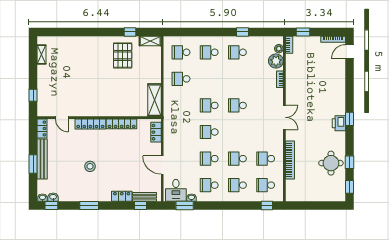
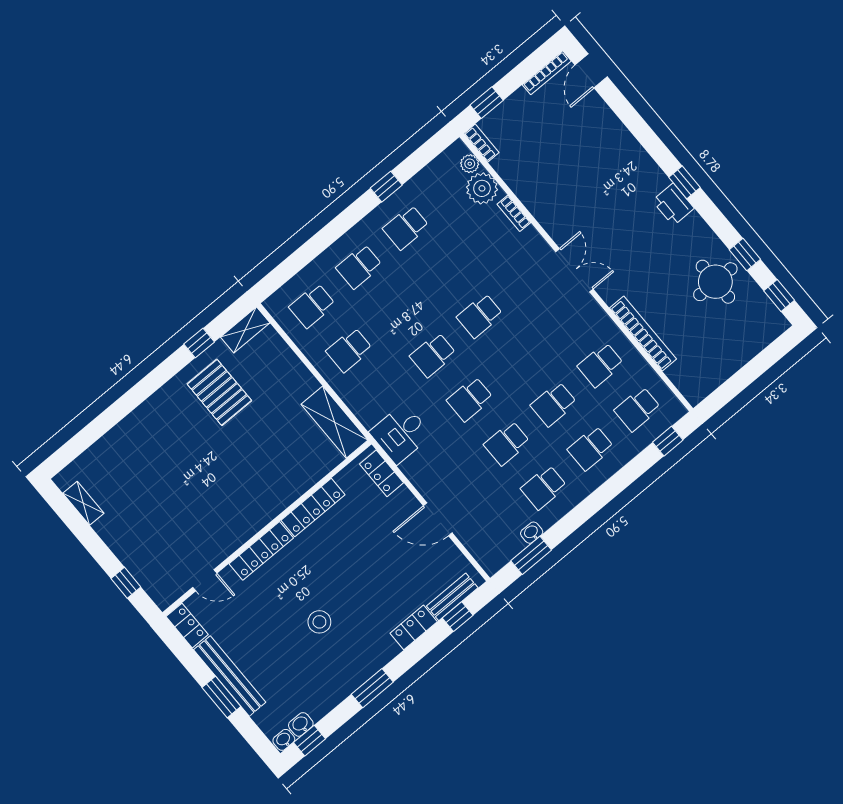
desk: (176, 190) -> (401, 434), moved, turned 90

